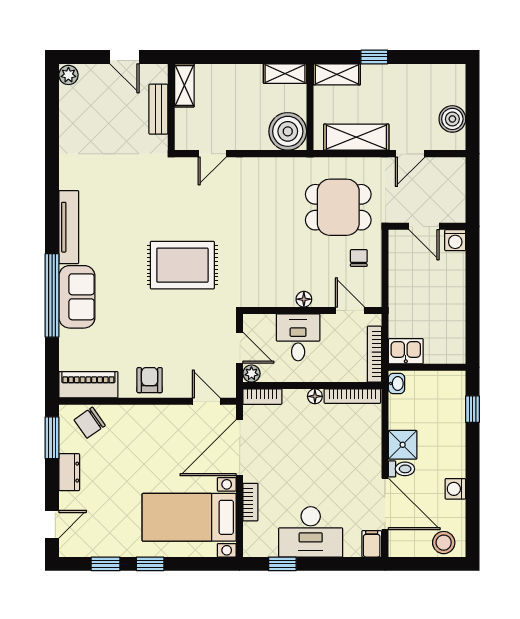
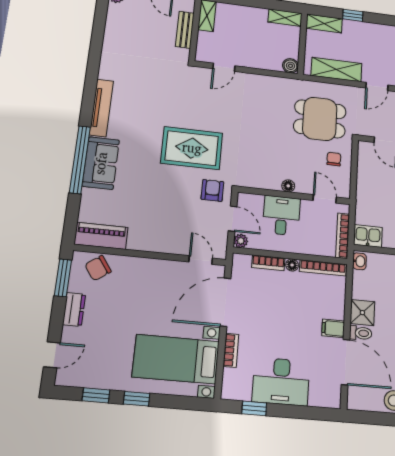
boiler: (288, 131) -> (290, 66), width x0.54, depth x0.54
armchair: (150, 380) -> (212, 190), moved
bookcase: (262, 397) -> (268, 263), moved
filing cabinet: (372, 544) -> (333, 328), moved, turned -90

